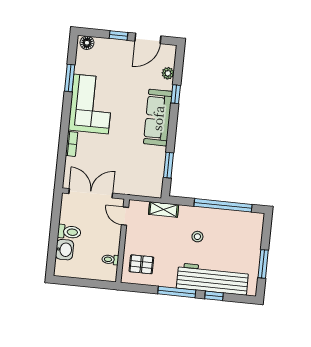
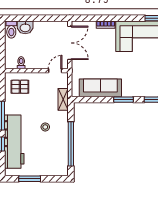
sofa: (158, 118) -> (100, 88), moved
window: (168, 165) -> (124, 100), moved
toilet: (69, 232) -> (11, 30), moved
pallet: (141, 264) -> (20, 87), turned 90

